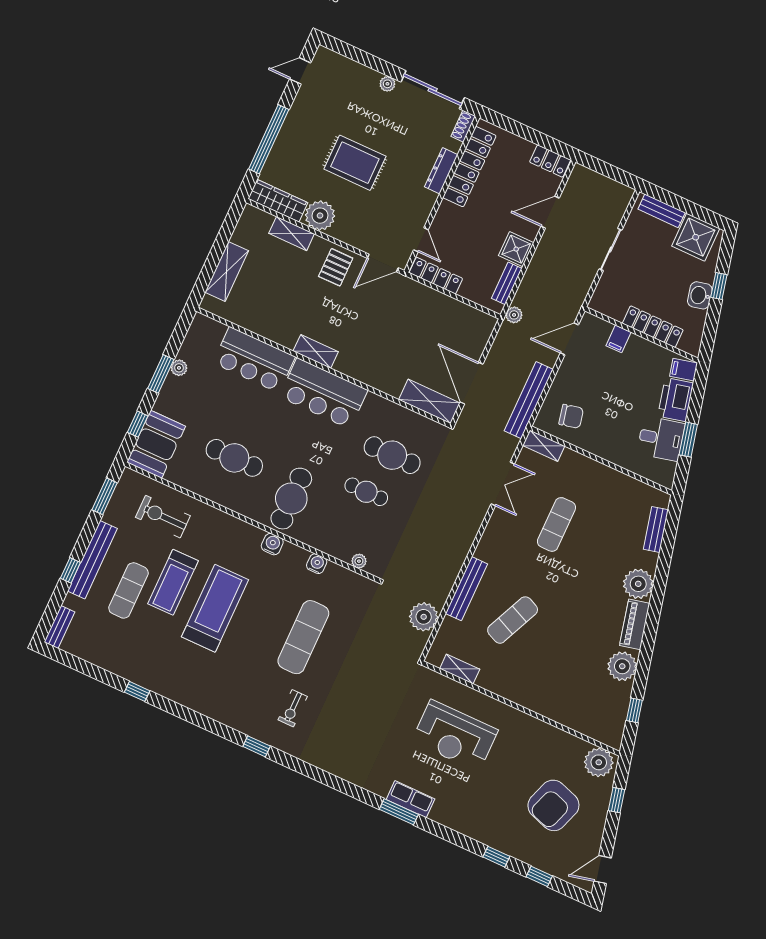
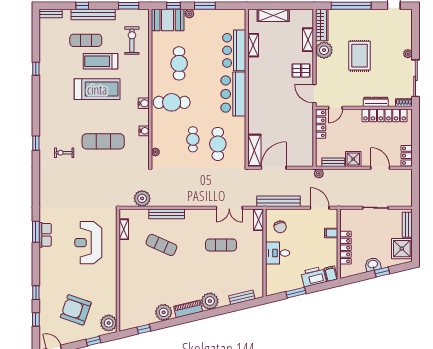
shelving: (316, 351) -> (253, 45), moved
plant: (179, 368) -> (189, 14), moved
desk: (661, 439) -> (278, 253), moved, turned 103

